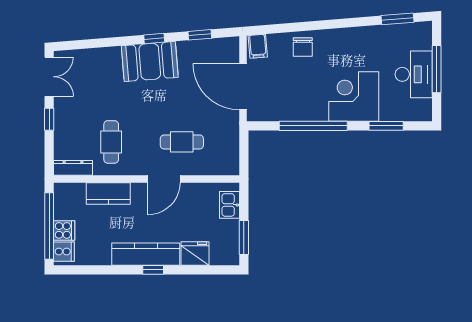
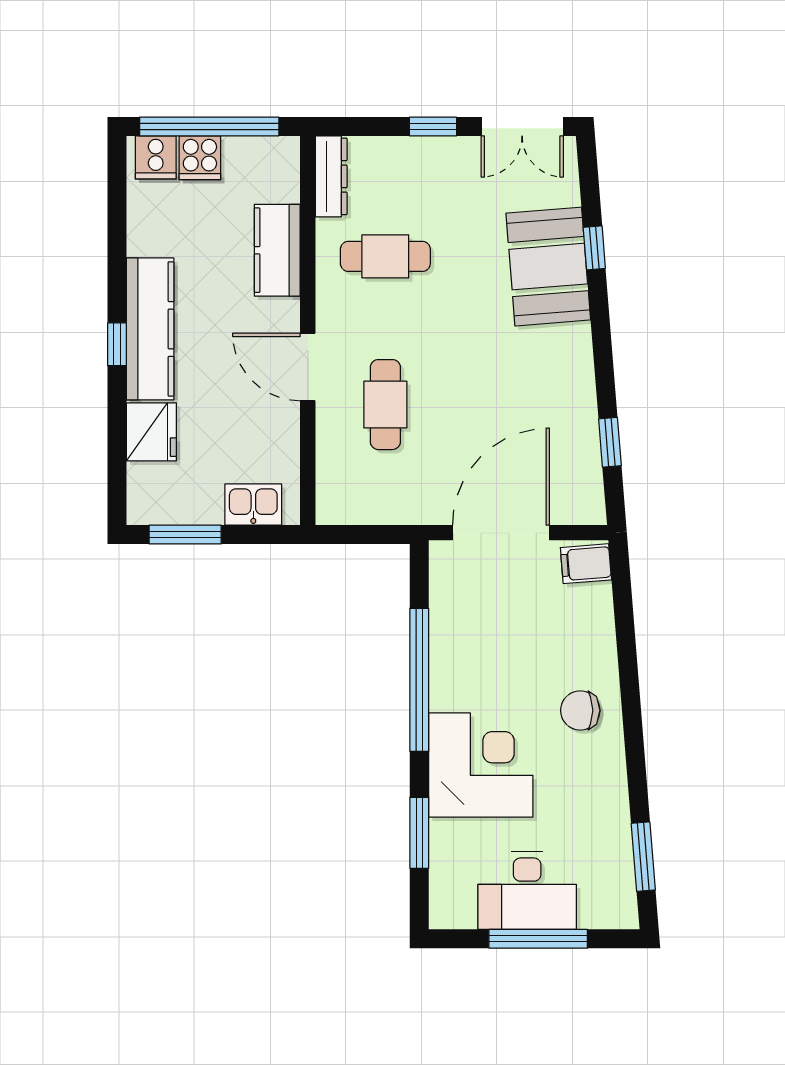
window: (154, 38) -> (594, 248), moved
chair: (303, 47) -> (580, 710), moved
booth: (150, 62) -> (548, 267), moved

